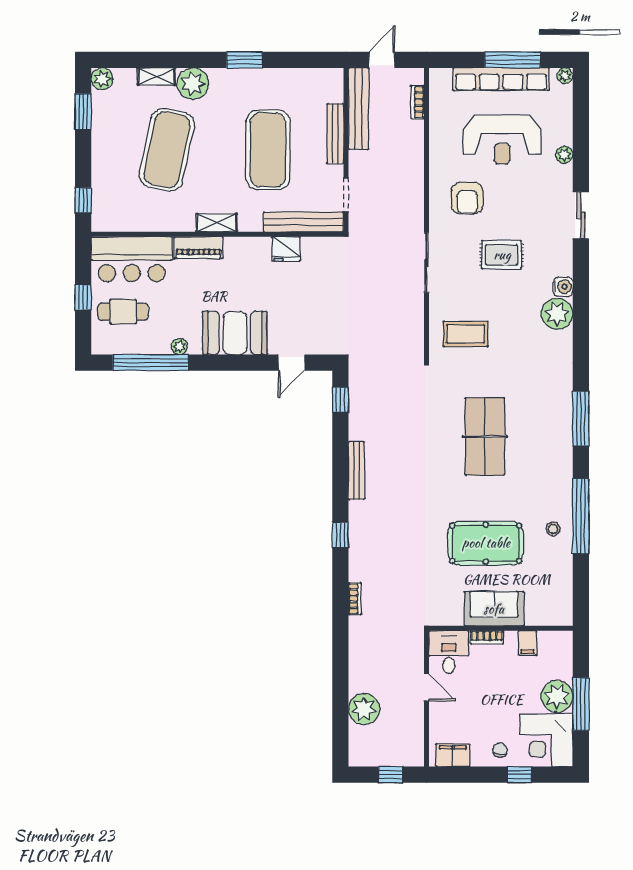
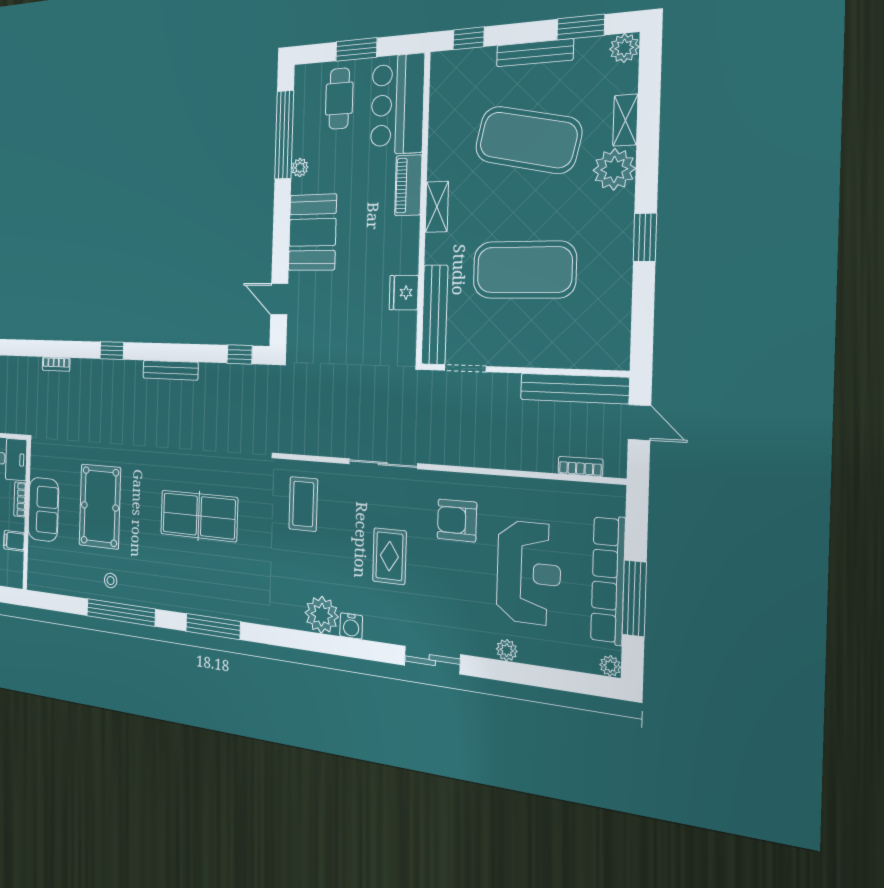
bench: (335, 134) -> (535, 53), moved
reception desk: (502, 139) -> (528, 573), turned 180
window: (83, 297) -> (356, 49), width x1.50

